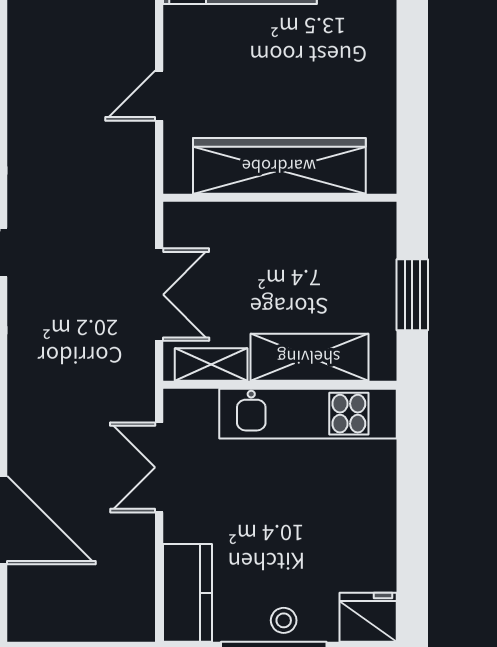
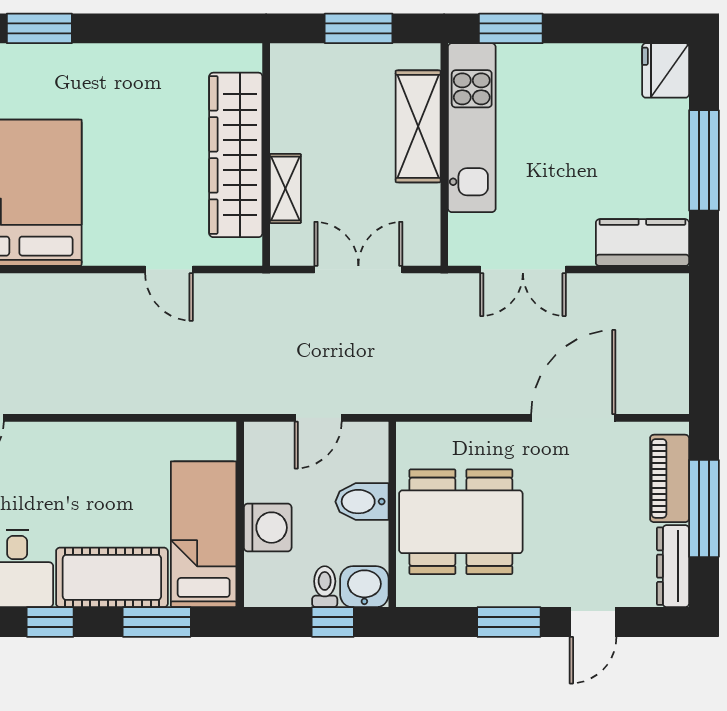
shelving: (211, 364) -> (285, 189), moved
window: (412, 455) -> (511, 28), added
stool: (284, 620) -> (669, 151), removed

